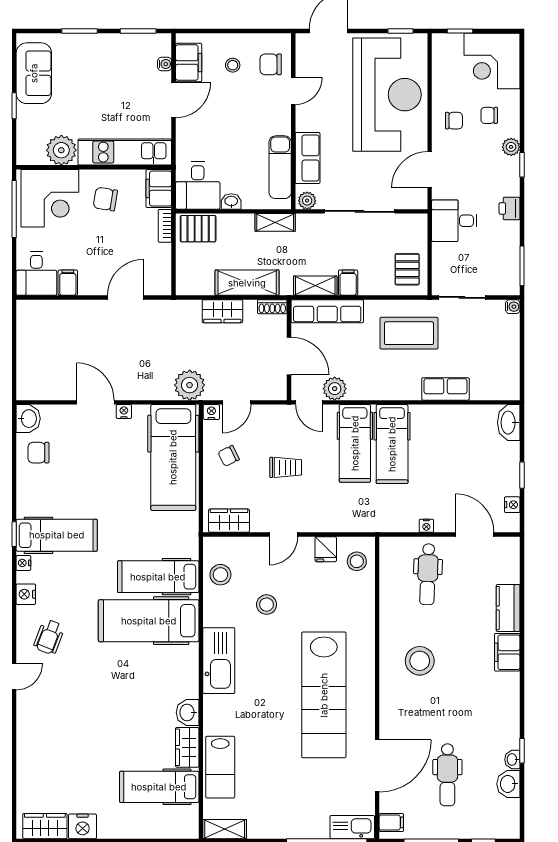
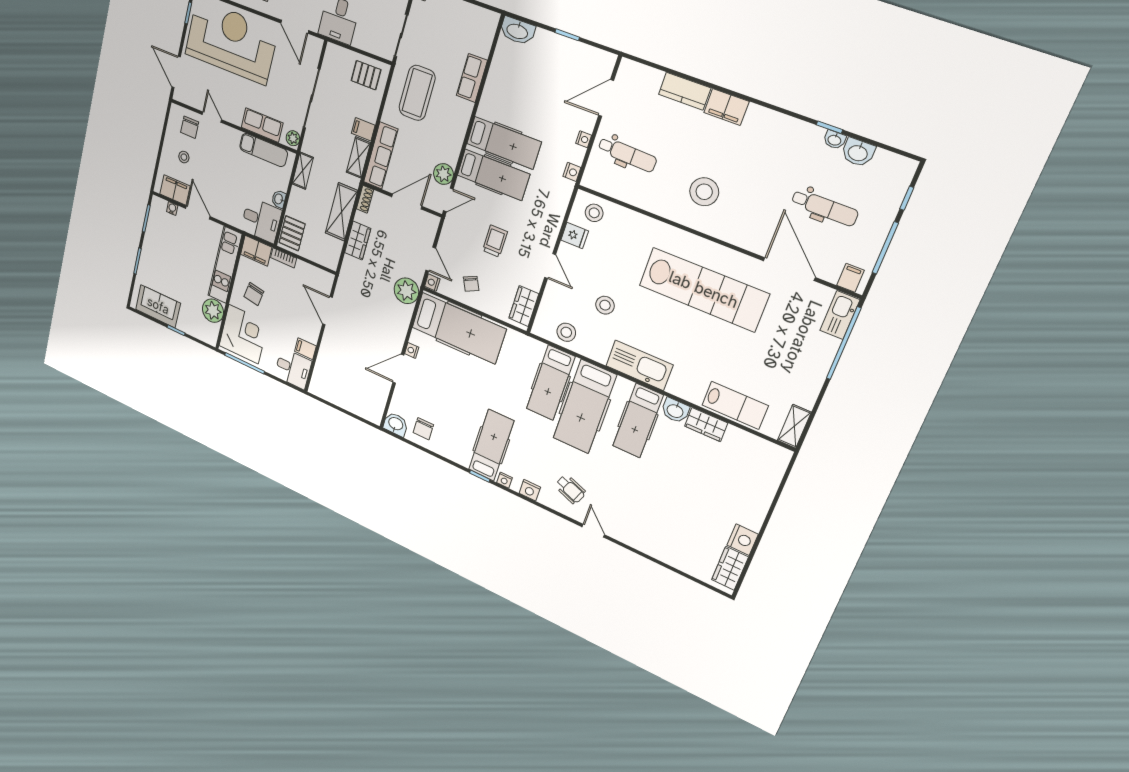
nightstand: (512, 505) -> (572, 172), moved, turned 90
hospital bed: (159, 787) -> (638, 421), moved

